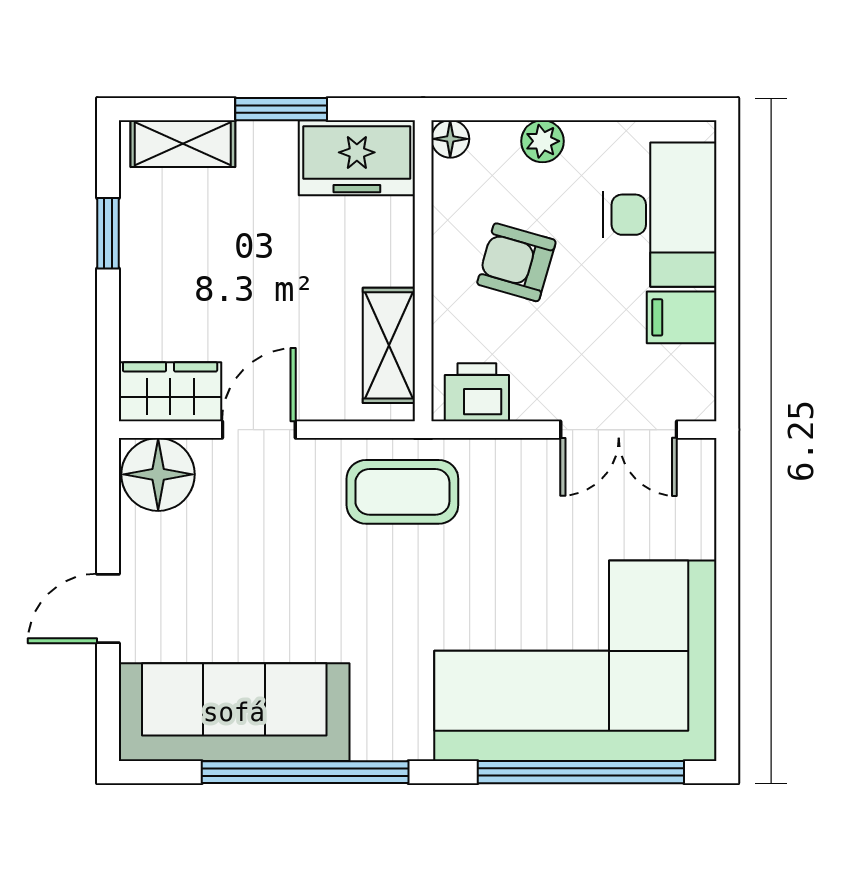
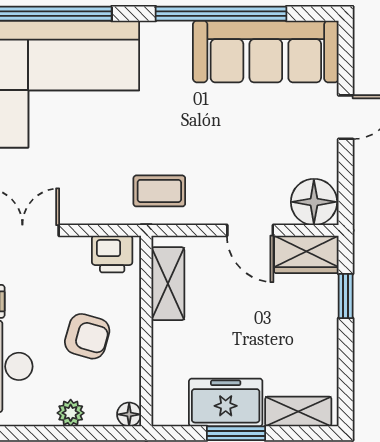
freezer: (357, 158) -> (226, 402), moved
window: (108, 233) -> (346, 296), moved
door: (259, 430) -> (250, 230), hinge flipped
coffee table: (402, 492) -> (159, 191), width x0.73, depth x0.77

